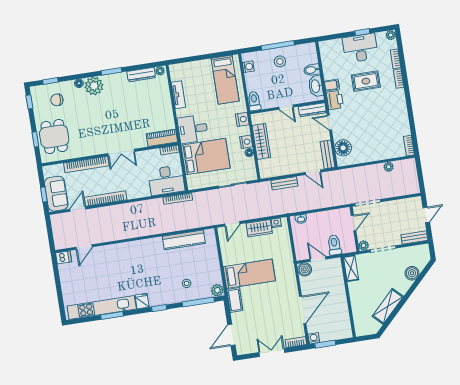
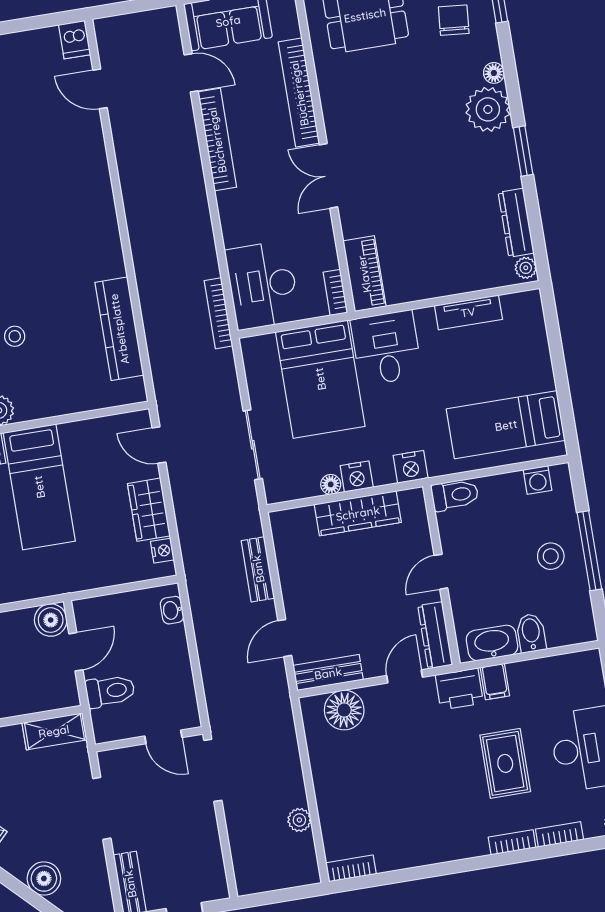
plant: (364, 245) -> (110, 761), removed

